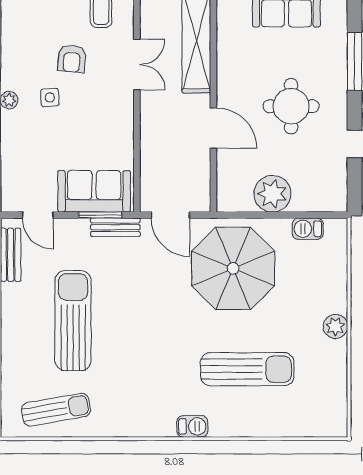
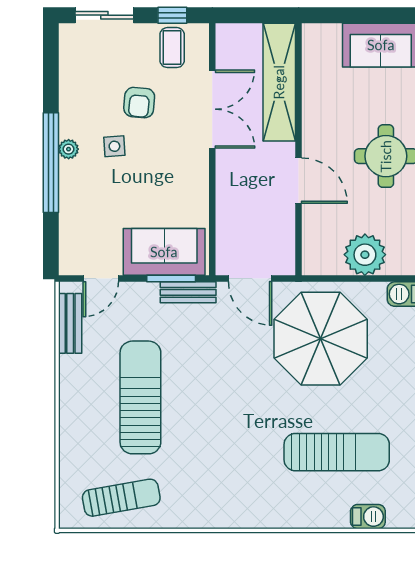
double door: (137, 64) -> (212, 109), width x1.37
door: (38, 215) -> (101, 279), hinge flipped
barbecue: (192, 426) -> (368, 517), moved

